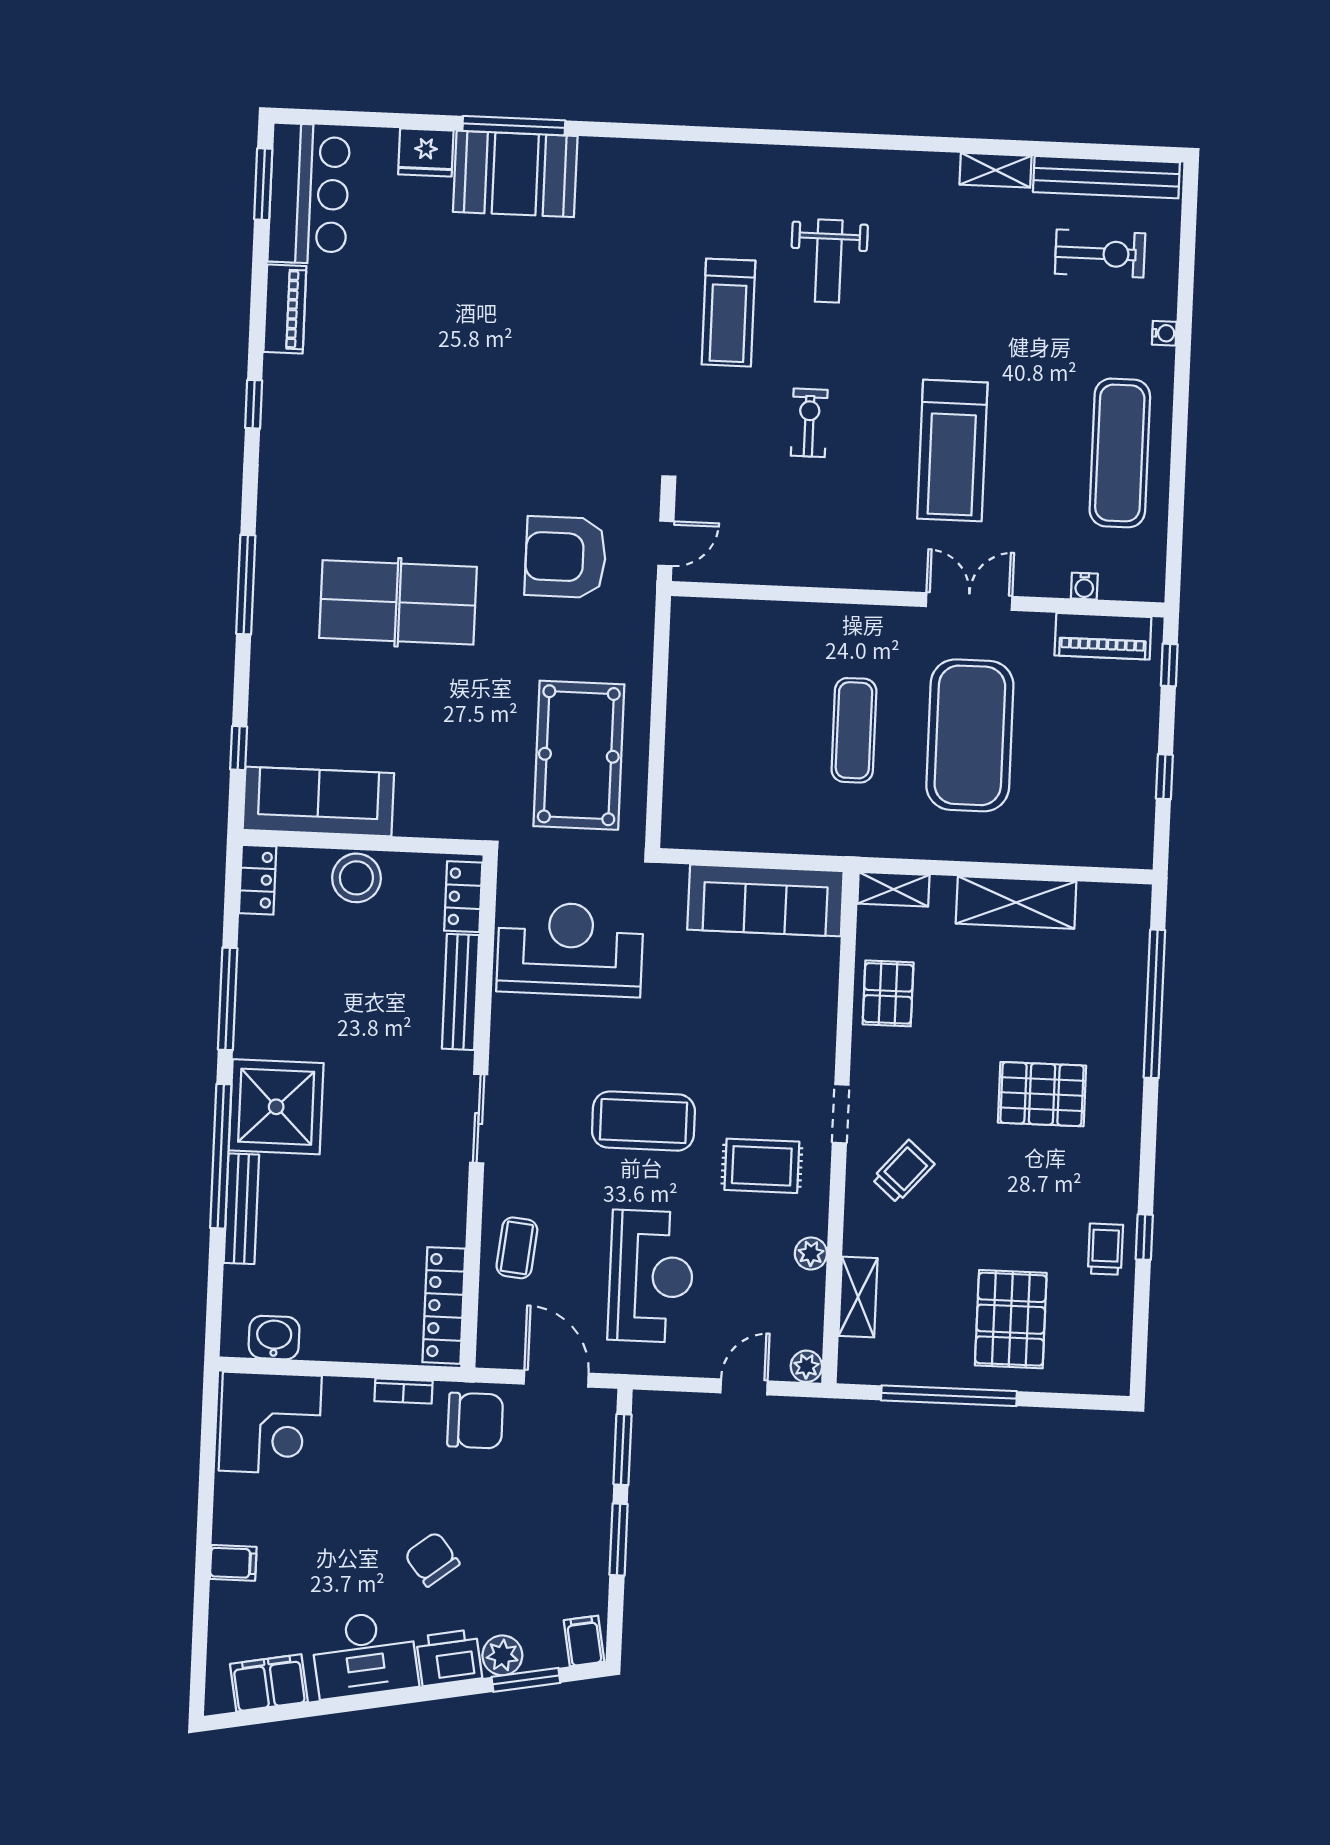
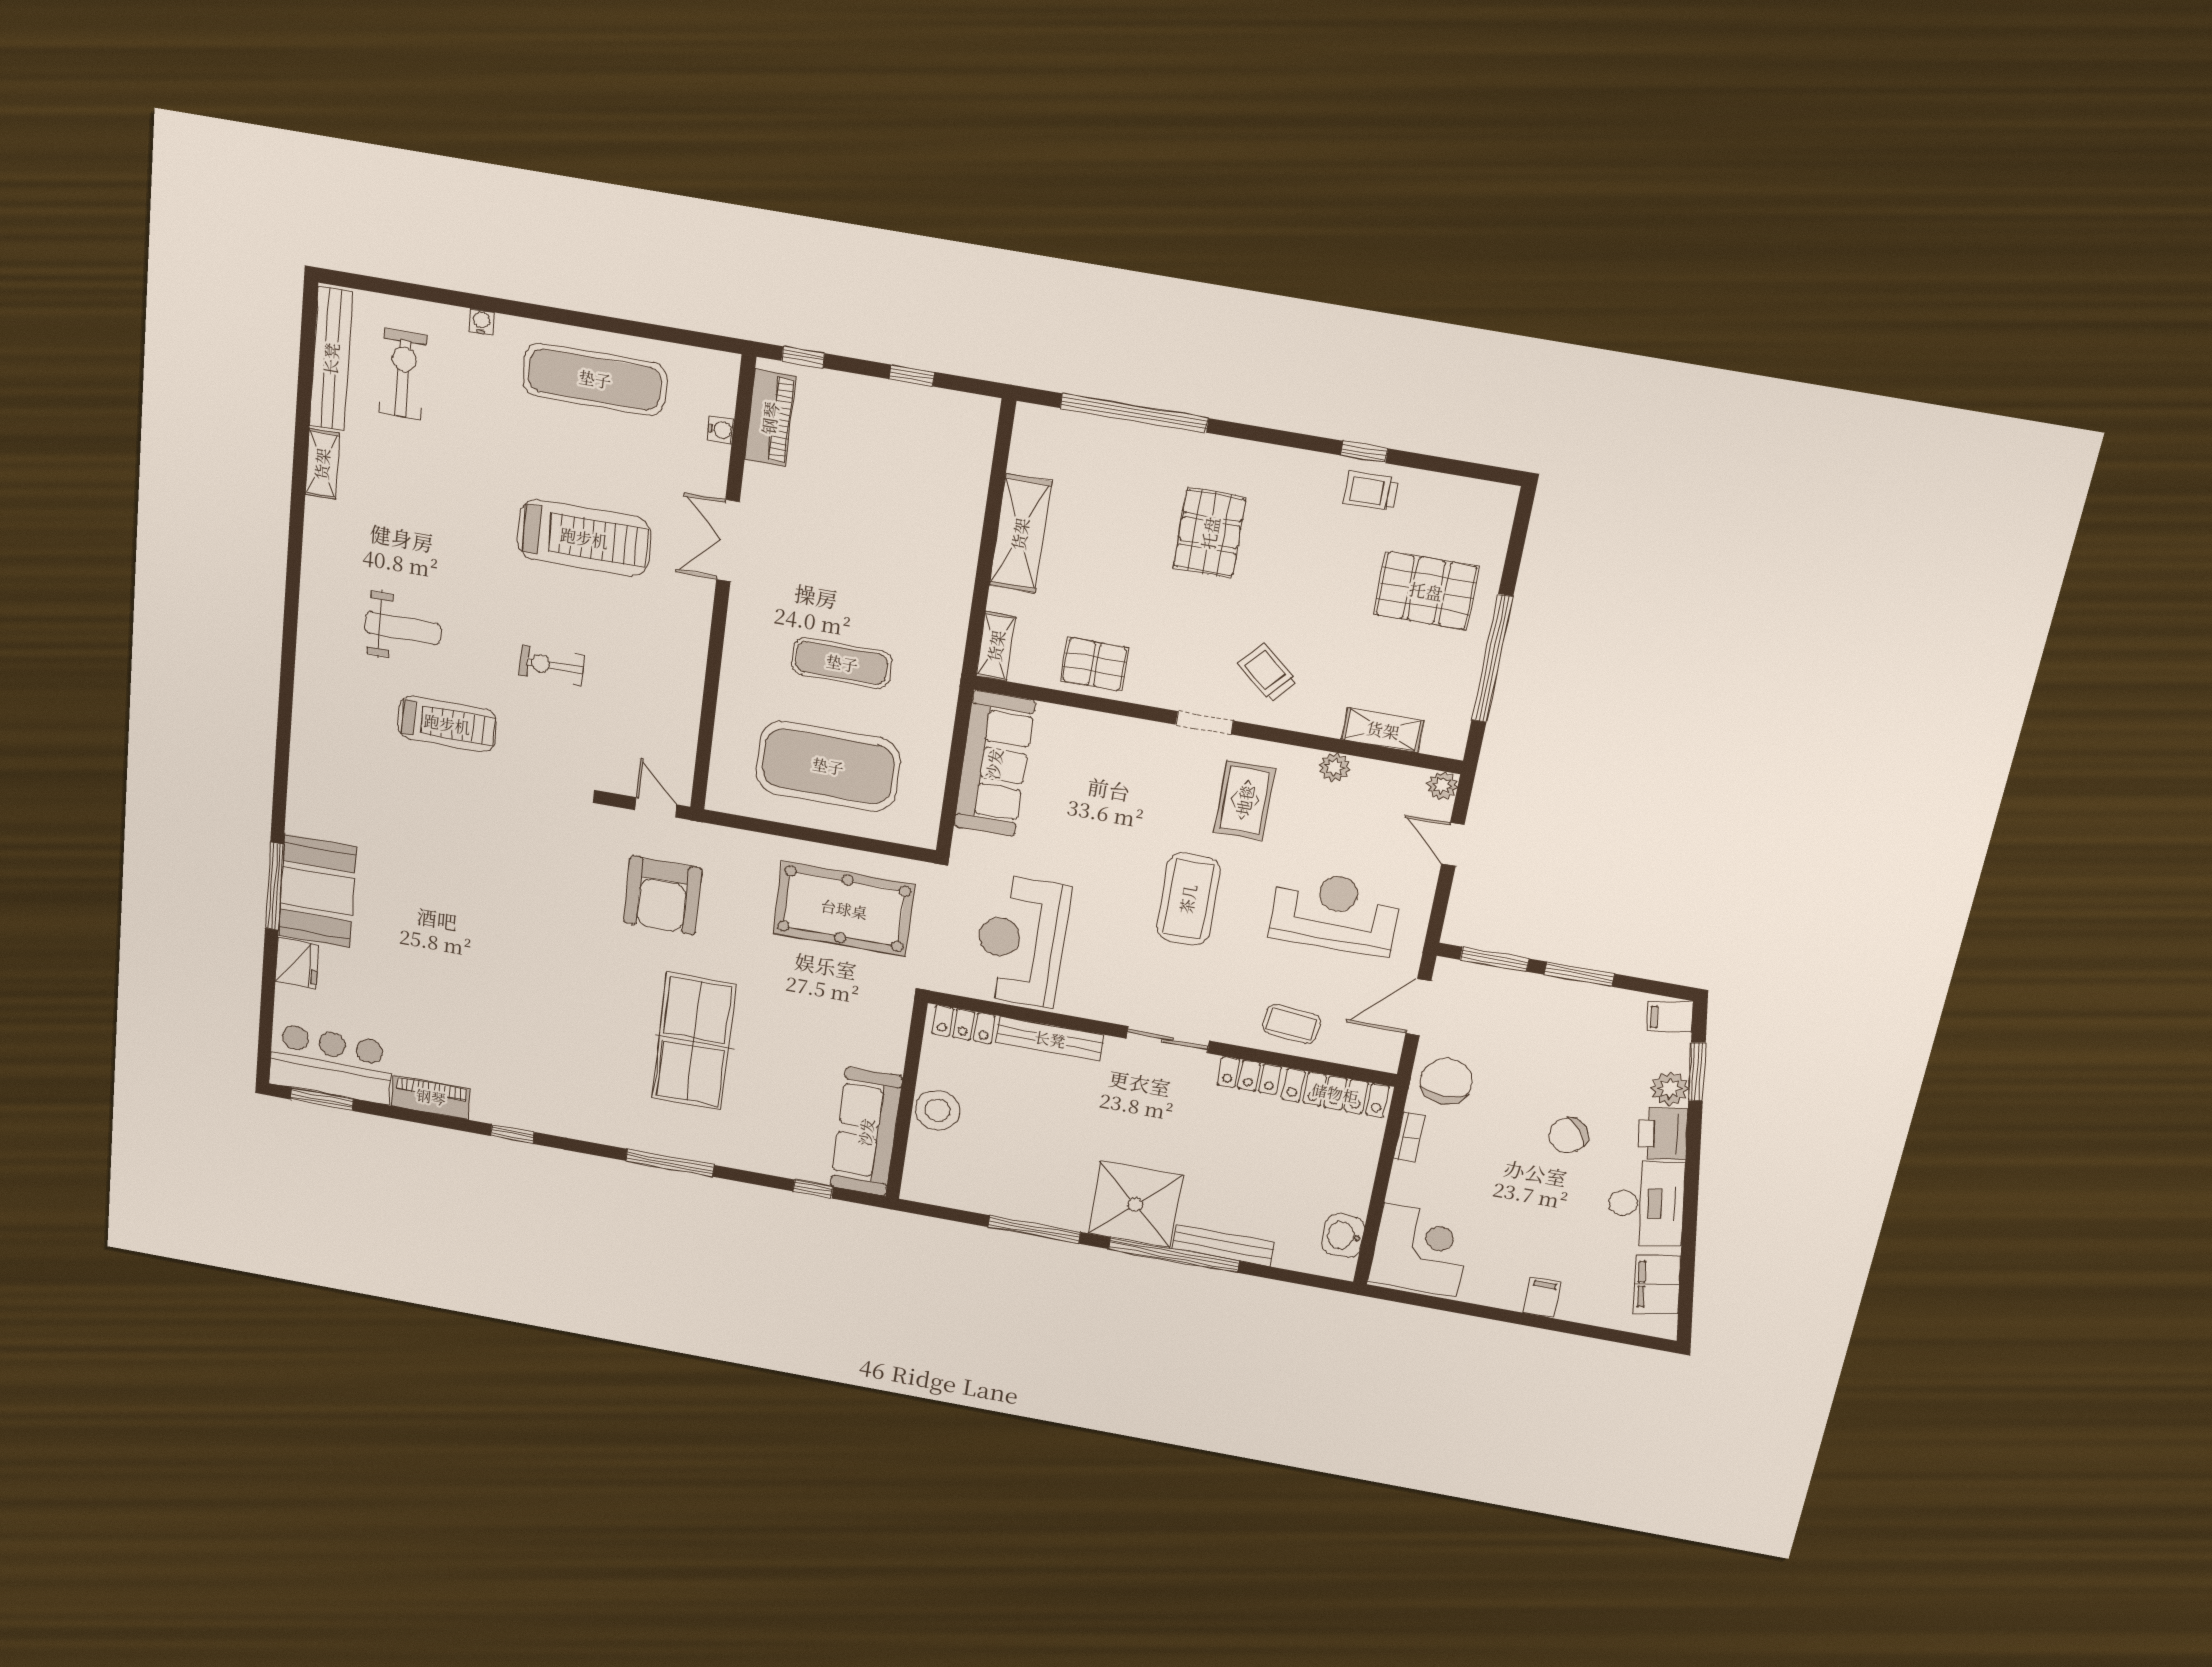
exercise mat: (970, 735) -> (828, 766), moved
locker: (258, 880) -> (1249, 1076), moved, turned 180

